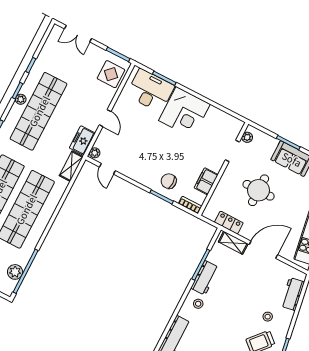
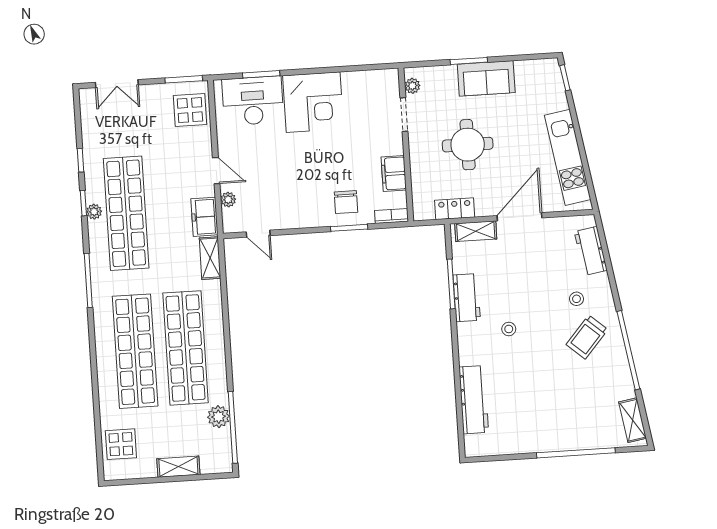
plant: (95, 153) -> (228, 200), moved
chair: (169, 181) -> (346, 202), turned -90
plant: (15, 272) -> (219, 417), moved
stool: (198, 304) -> (509, 329), moved

